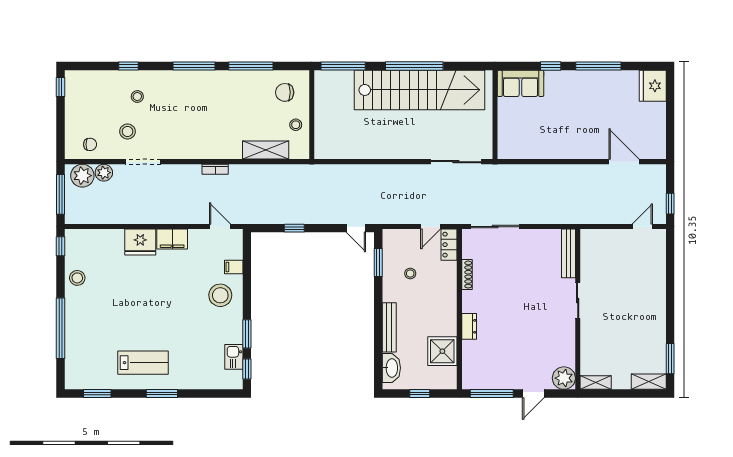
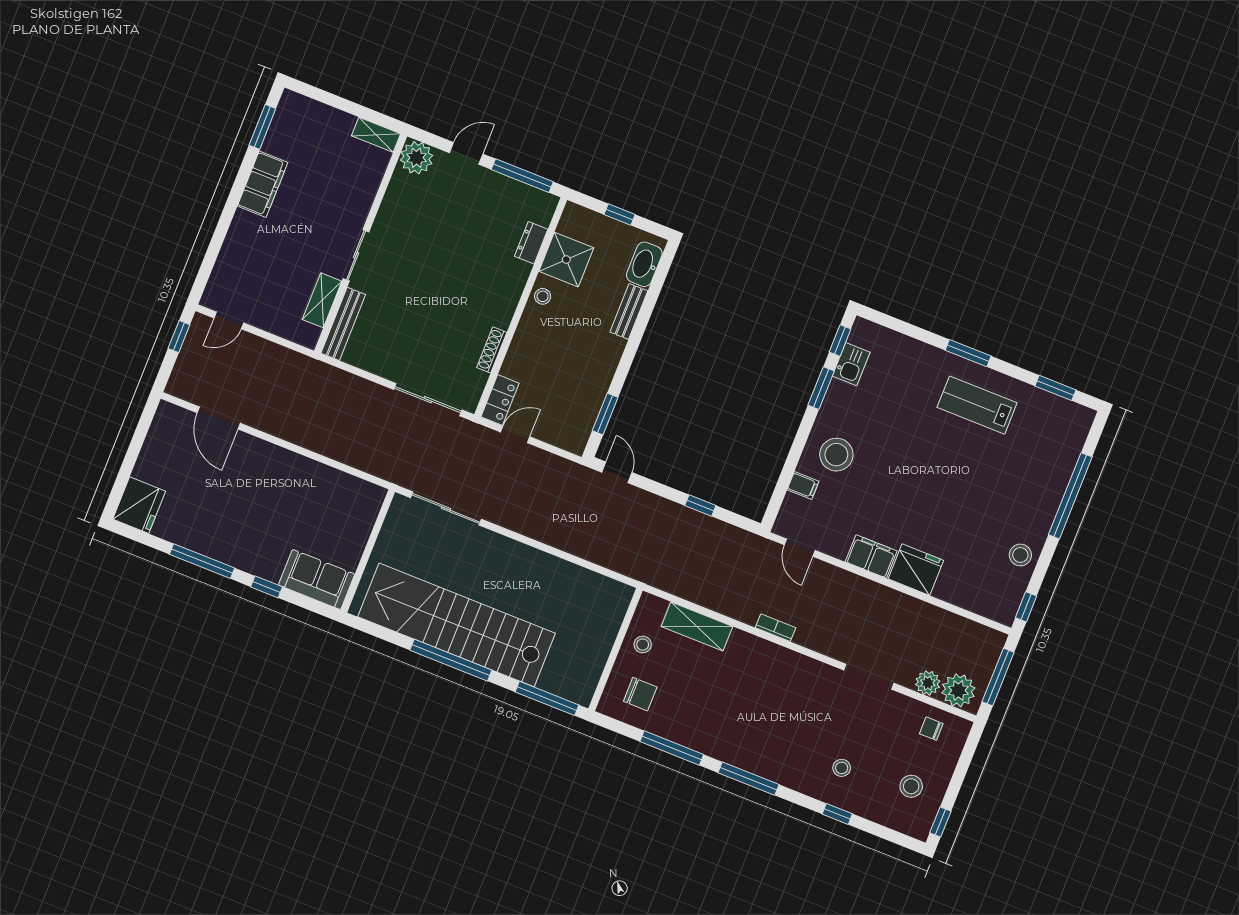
stool: (127, 131) -> (911, 786), moved
stool: (410, 273) -> (543, 296), moved
filing cabinet: (655, 322) -> (263, 184), added
dresser: (469, 326) -> (531, 243), moved
bench: (389, 327) -> (629, 311), width x0.73
shelving: (649, 382) -> (322, 300), moved, turned 90

